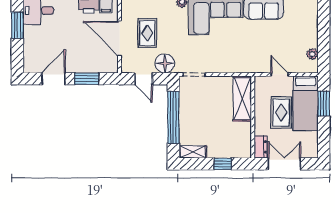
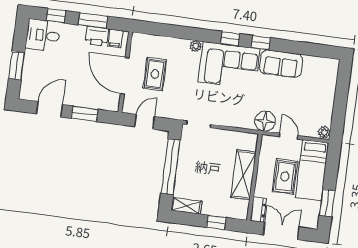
window: (17, 25) -> (17, 66), moved
plant: (312, 54) -> (324, 132), moved
floor lamp: (165, 63) -> (265, 121), moved
door: (144, 79) -> (145, 122), swing flipped
shelving: (242, 99) -> (243, 175), moved
window: (324, 103) -> (327, 203), moved

